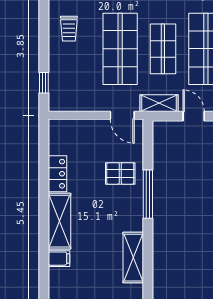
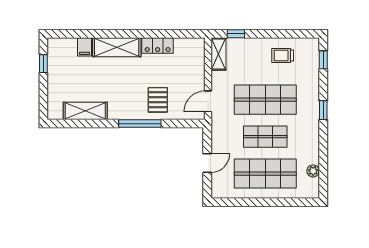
shelving: (159, 103) -> (218, 54), moved

